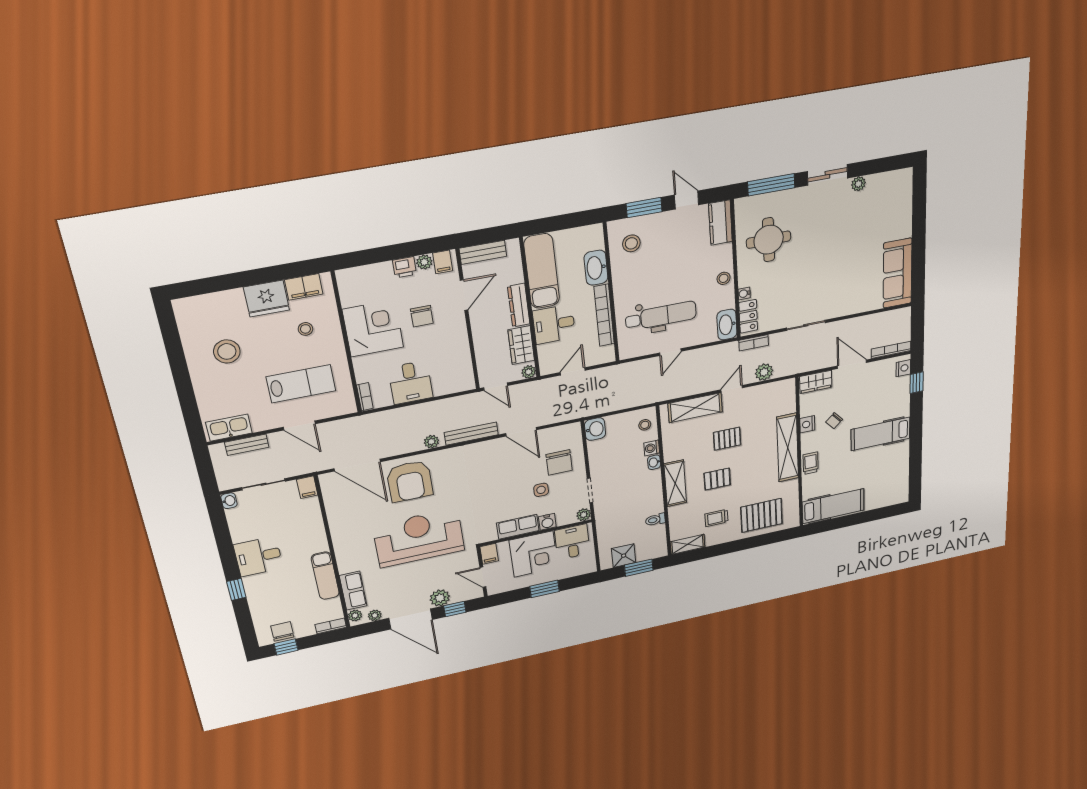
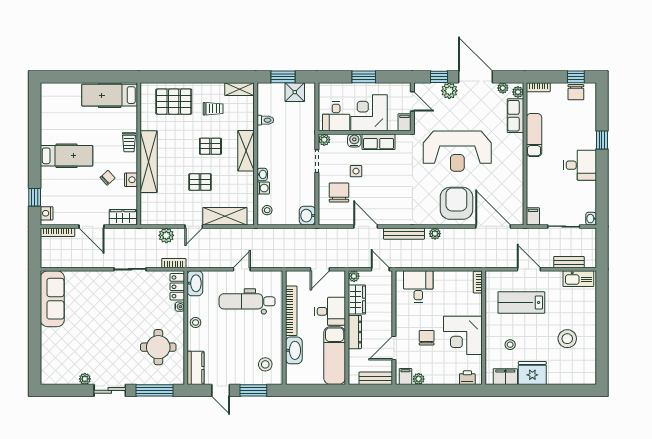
printer: (405, 267) -> (467, 378), moved
desk: (411, 382) -> (418, 287), moved

